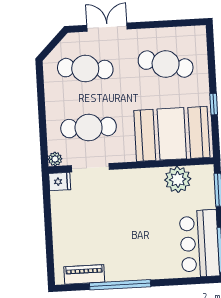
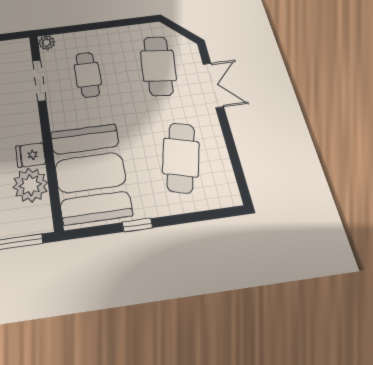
cafe table: (89, 128) -> (88, 75), width x0.73, depth x0.74
fridge: (60, 182) -> (31, 155), moved, turned 90

